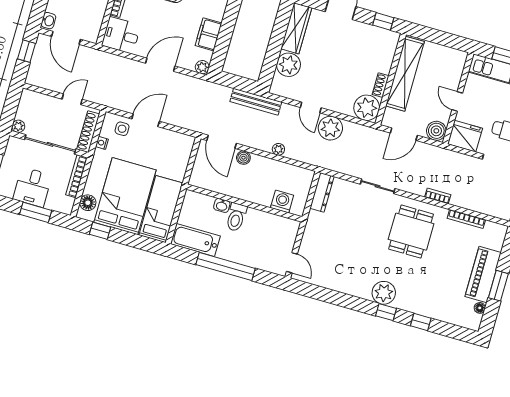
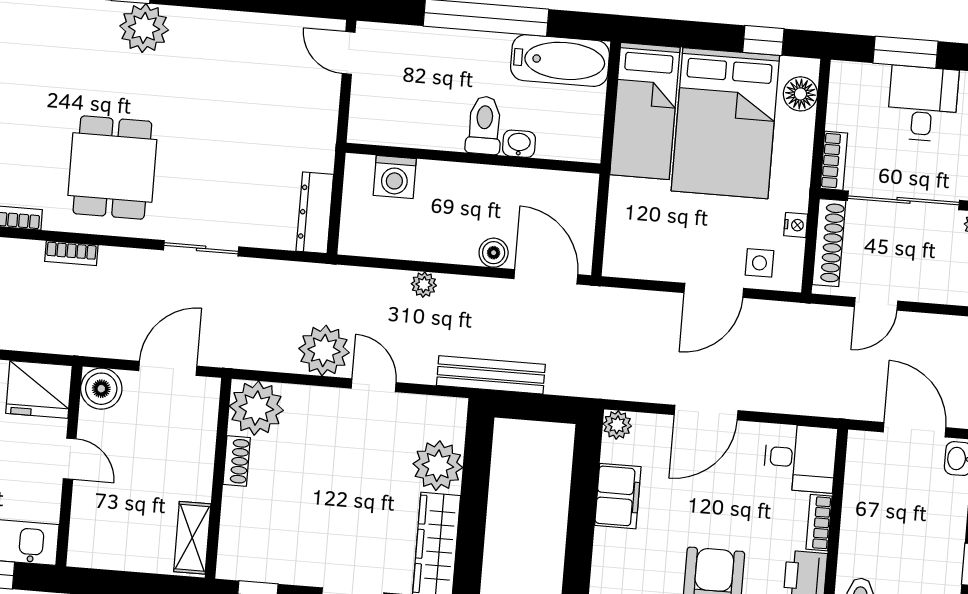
shelving: (405, 74) -> (192, 538), width x0.45, depth x0.75
bookcase: (76, 176) -> (834, 161), width x0.64

